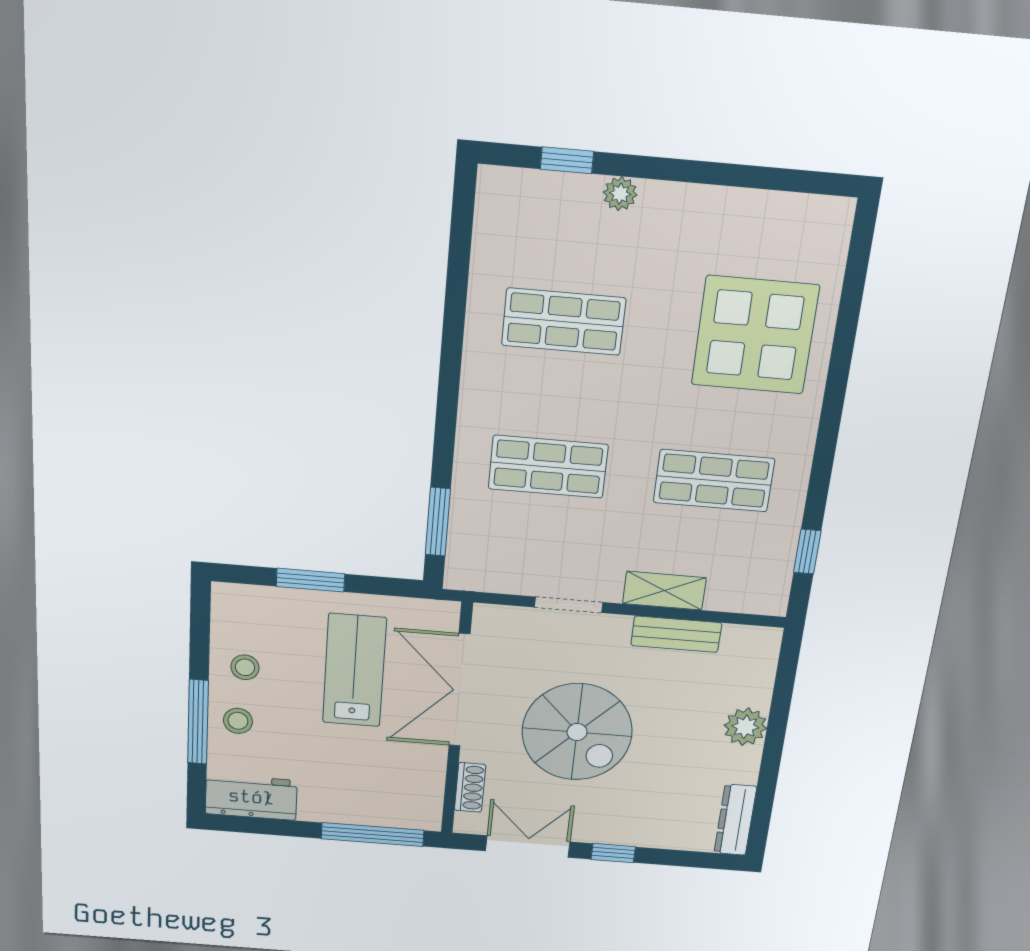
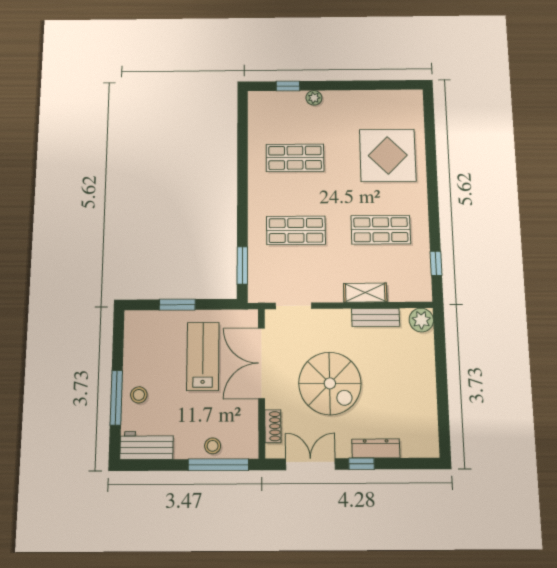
doorway: (568, 605) -> (293, 306), moved
stool: (245, 667) -> (213, 446), moved
plant: (745, 727) -> (421, 320), moved
dresser: (735, 820) -> (376, 448), moved, turned 90

